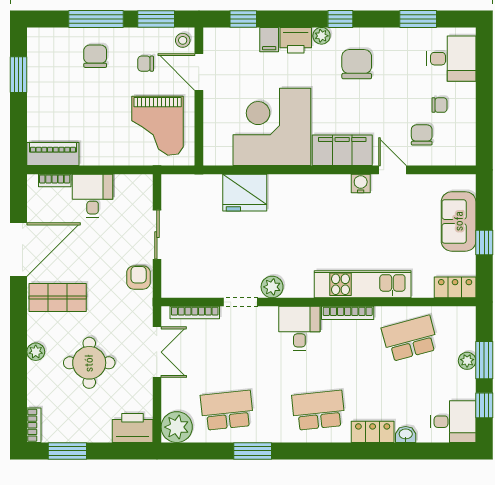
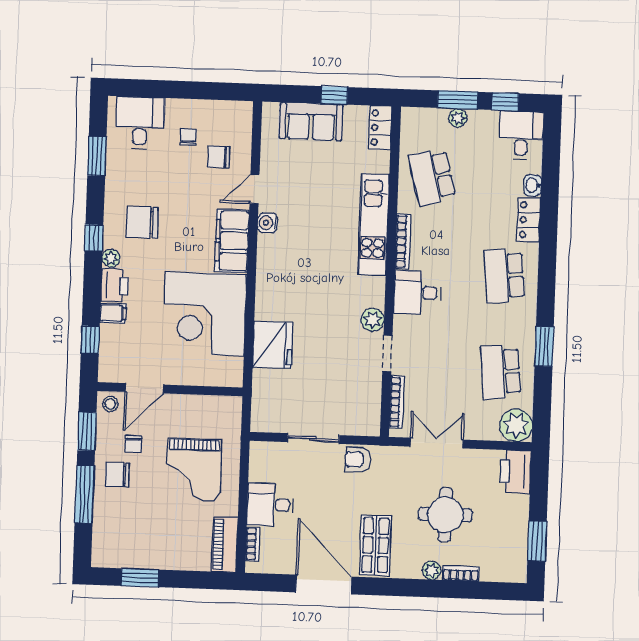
chair: (95, 56) -> (117, 475), moved
grand piano: (158, 126) -> (194, 470), moved, turned 90
bookcase: (34, 425) -> (461, 573), moved

